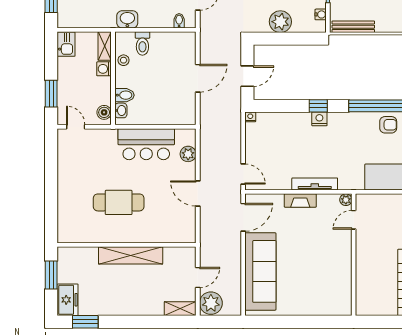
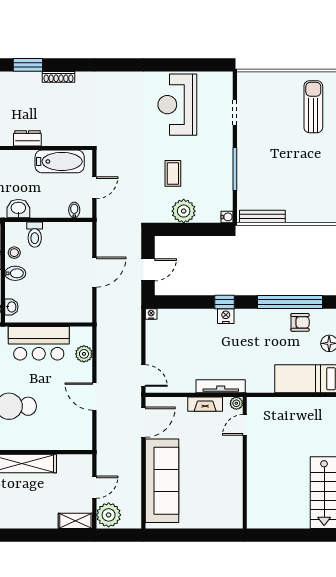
water cooler: (321, 14) -> (227, 217), moved
bidet: (124, 95) -> (15, 273), moved
plant: (346, 200) -> (236, 403), moved
door: (354, 220) -> (245, 425), moved
wall: (354, 255) -> (245, 463), moved

